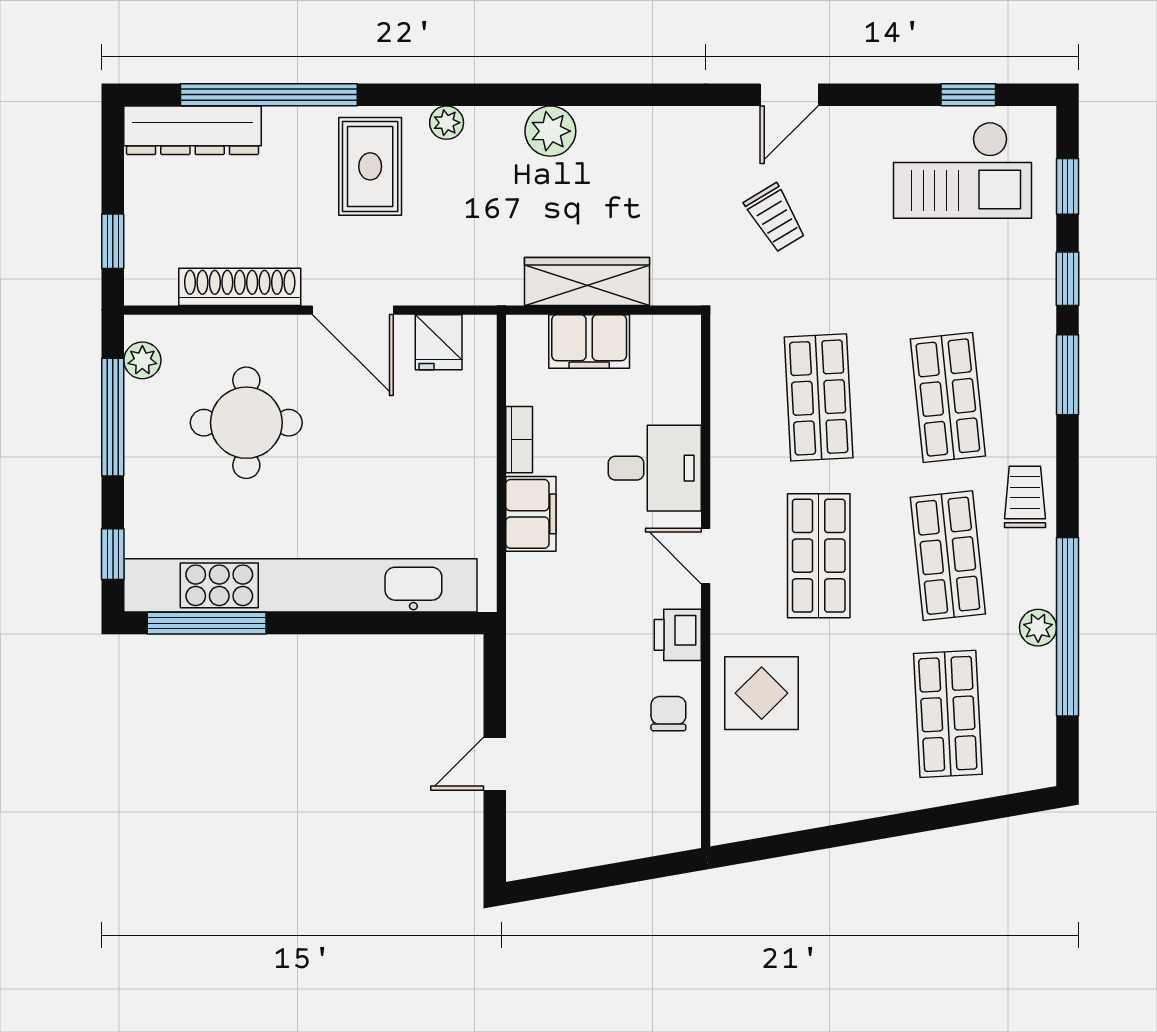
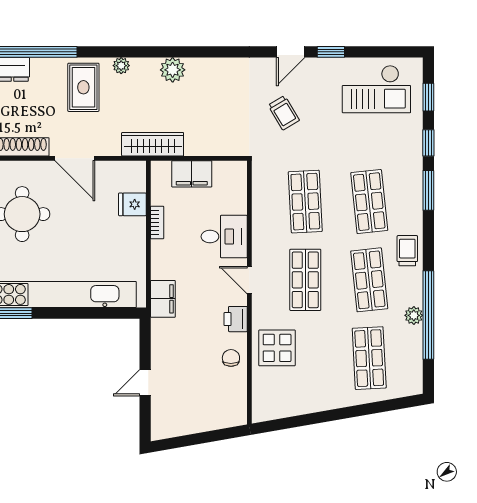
window: (968, 95) -> (331, 52), moved
wardrobe: (587, 282) -> (153, 144), moved
fridge: (439, 342) -> (132, 204), moved, turned 90
filing cabinet: (531, 514) -> (163, 299), moved

